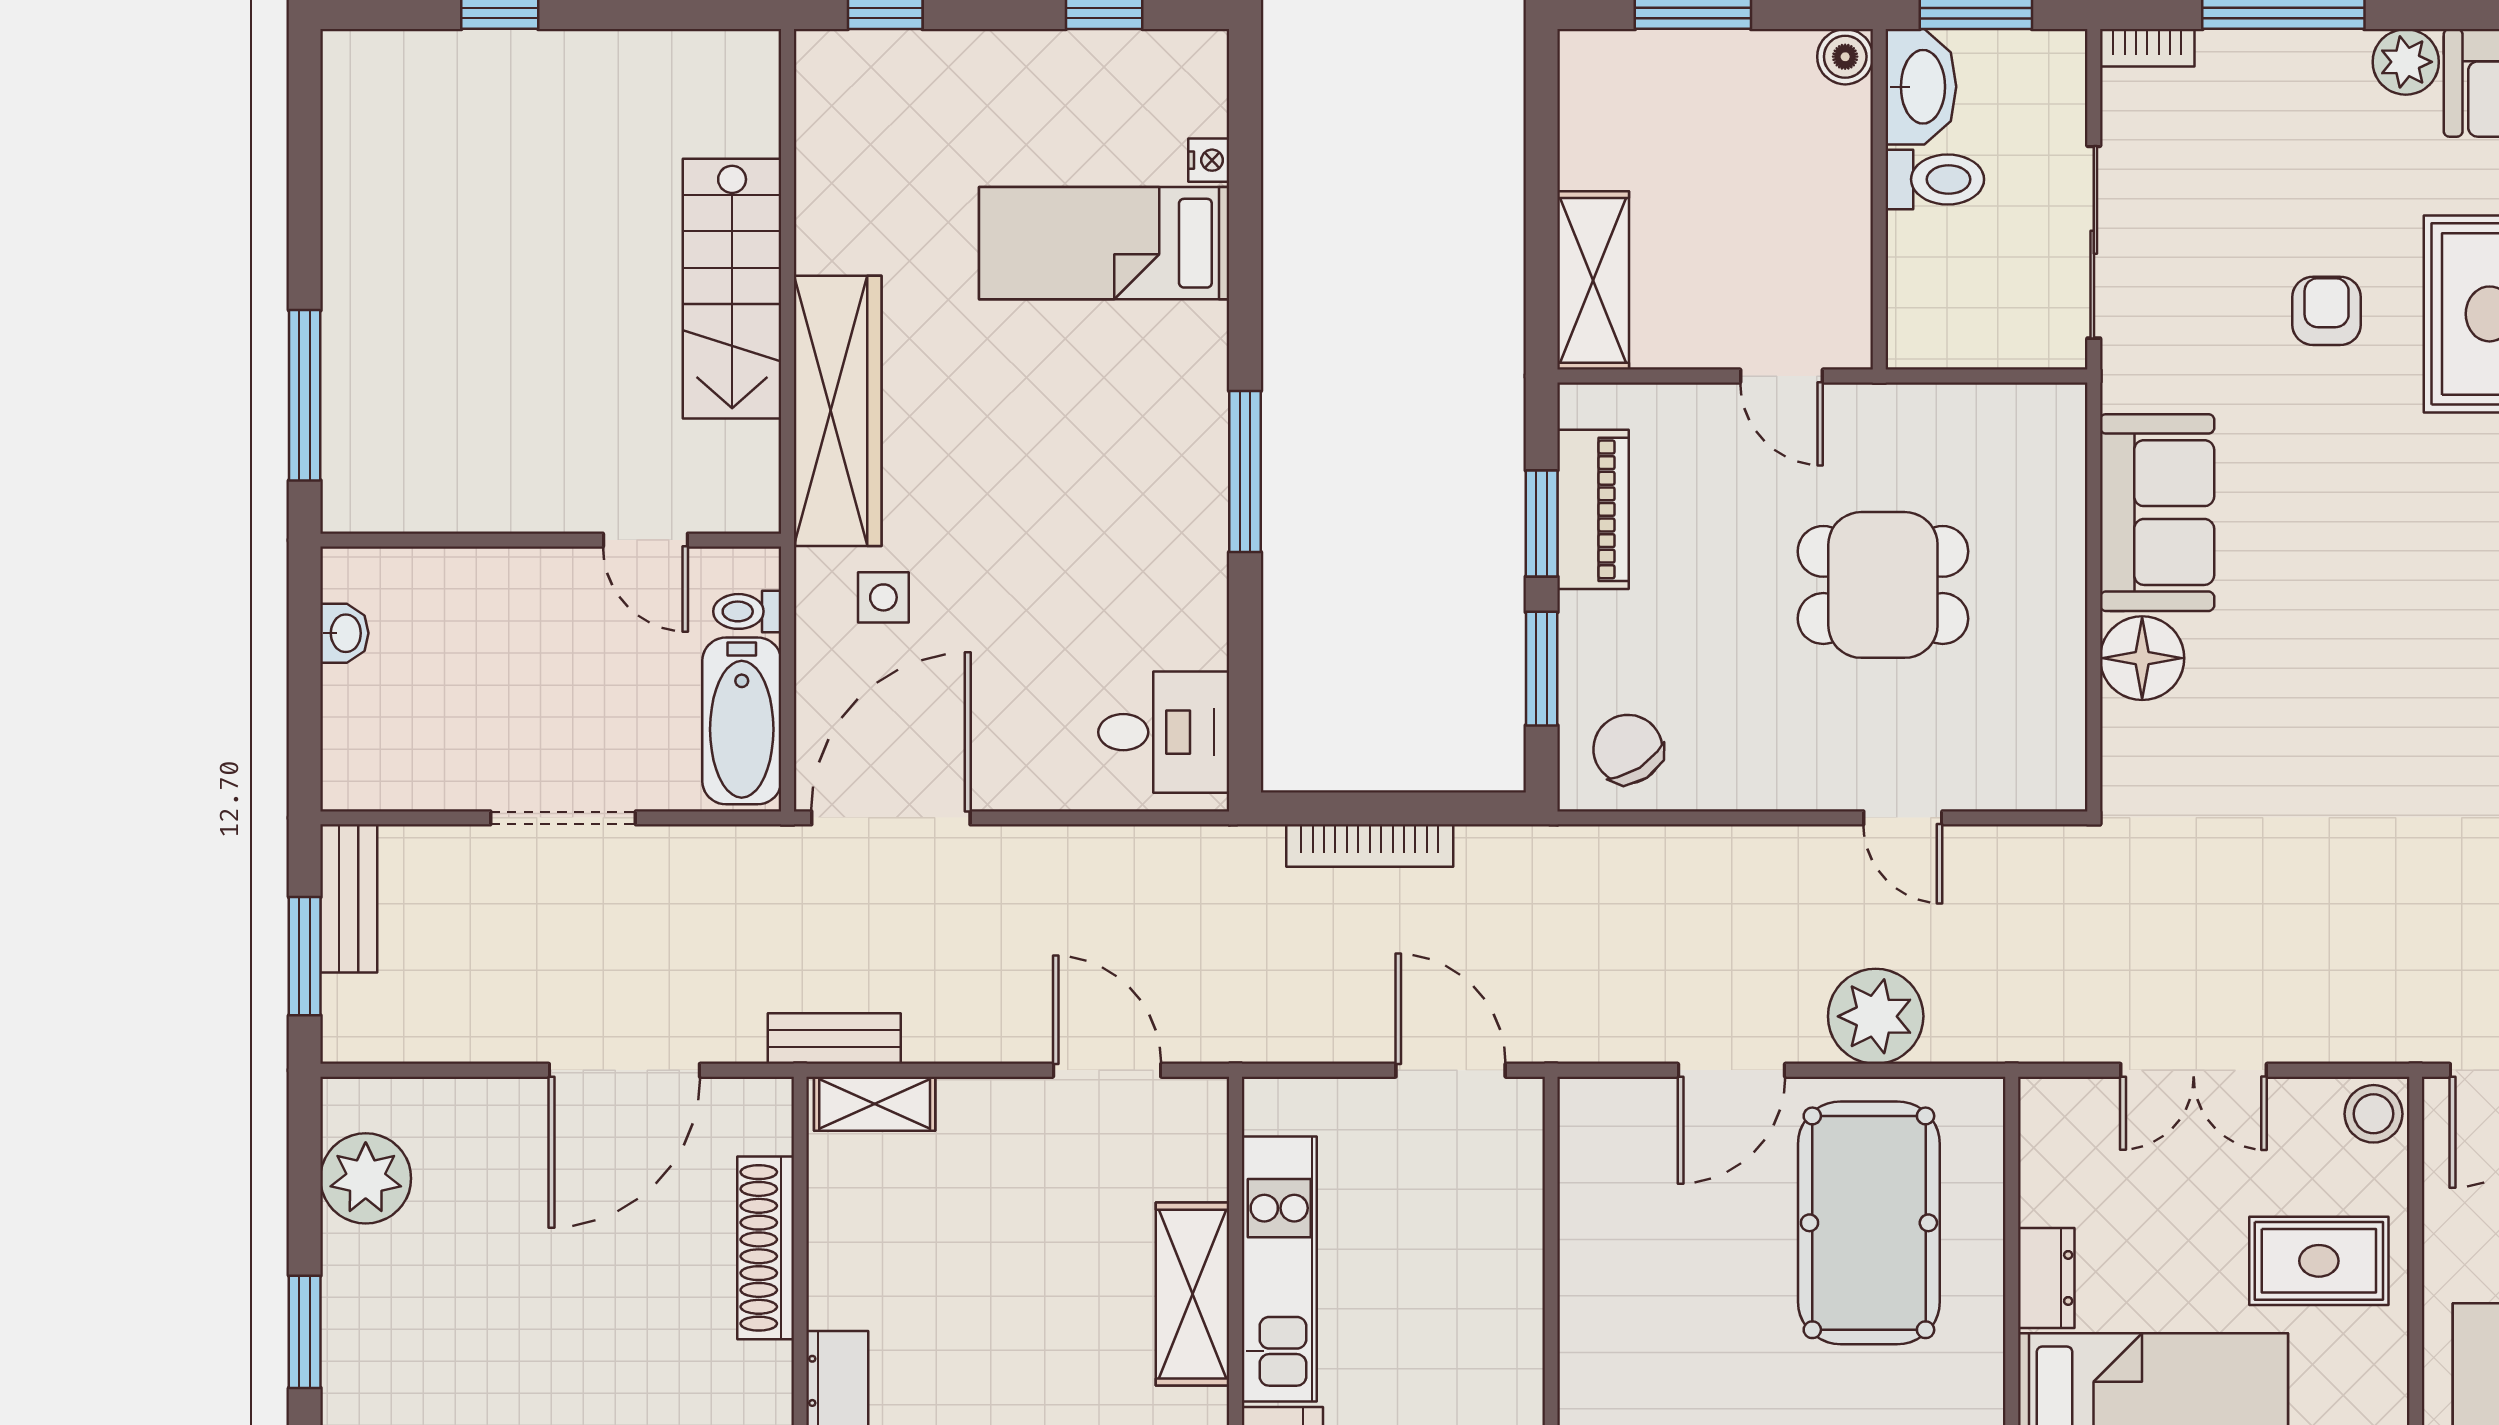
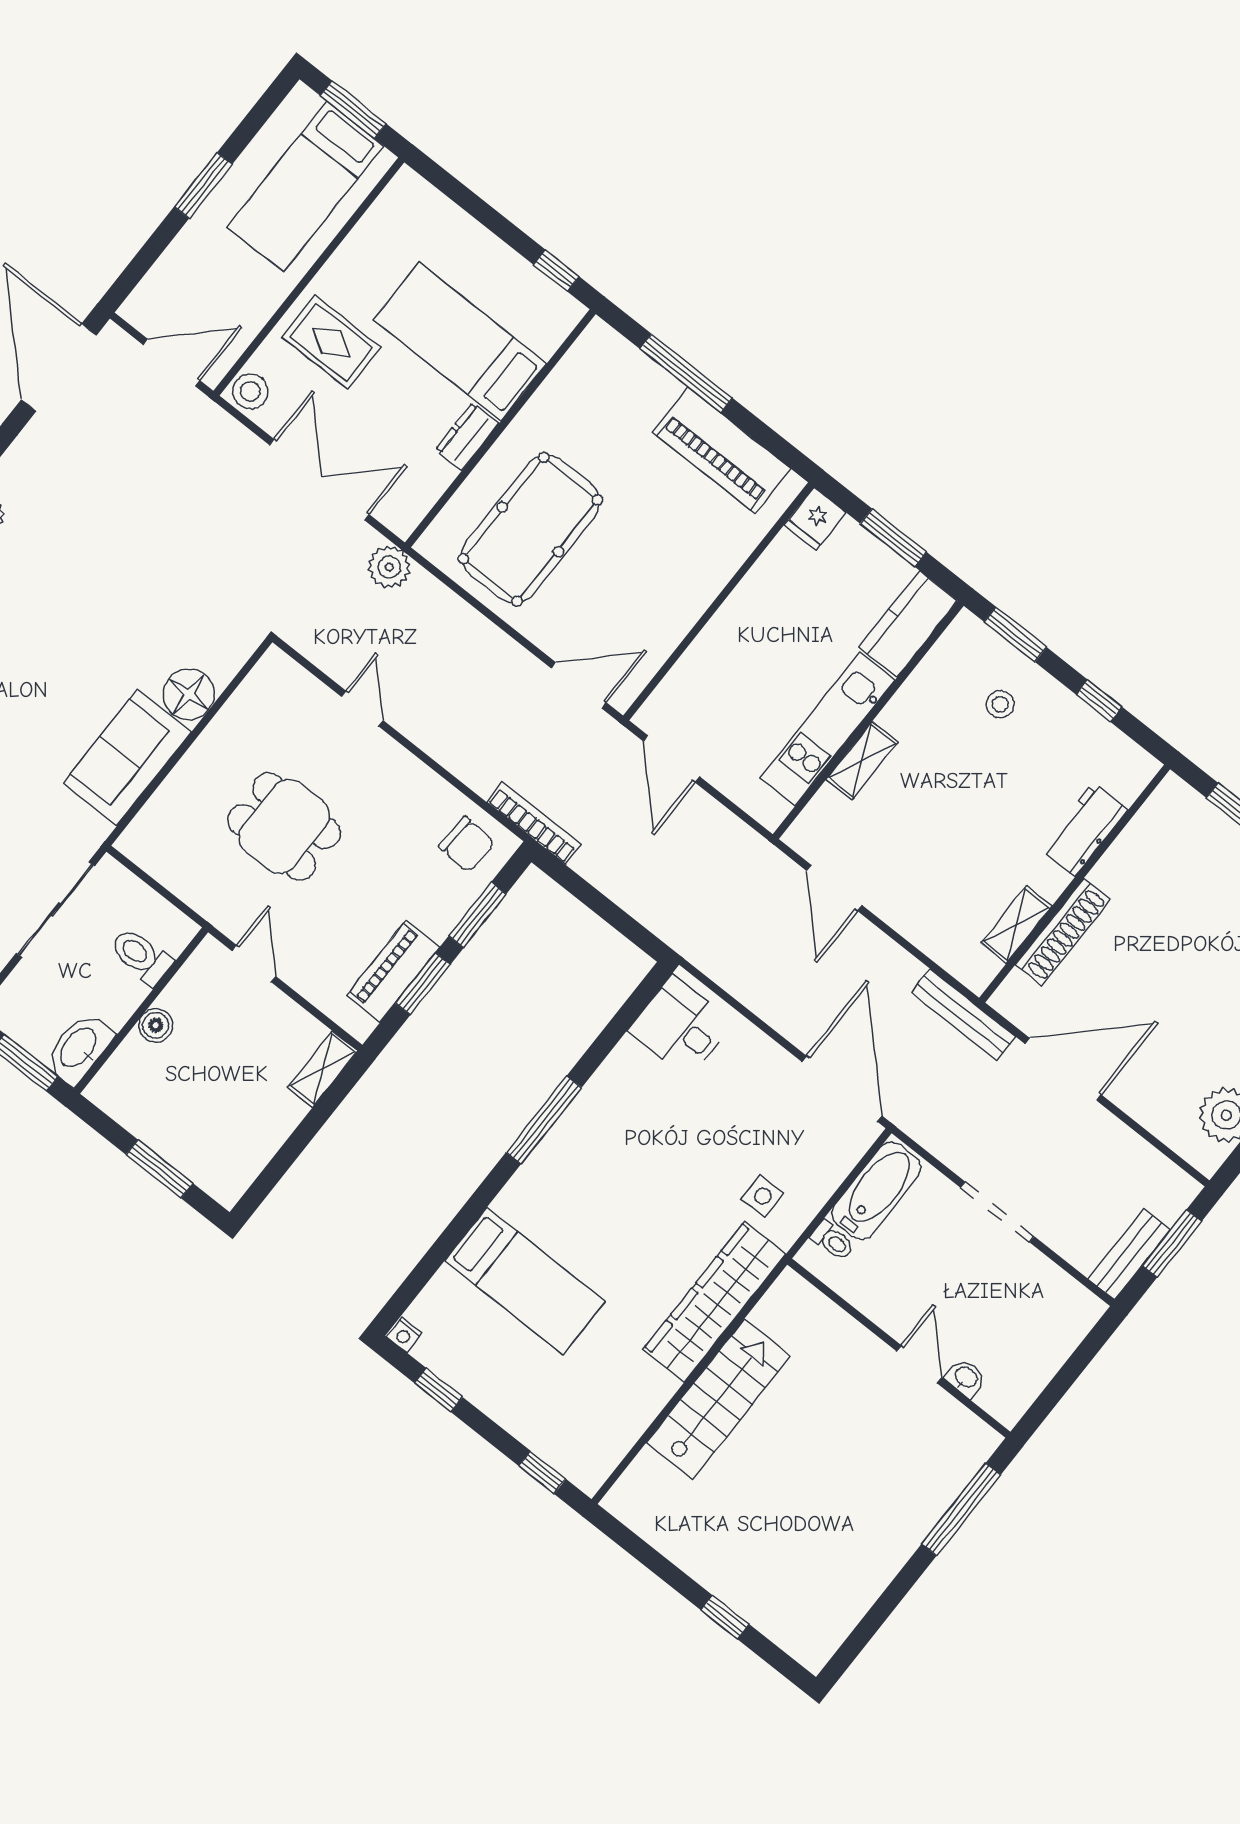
boiler: (1845, 57) -> (156, 1025), moved
nightstand: (1209, 160) -> (405, 1335), moved, turned -90
toilet: (1935, 179) -> (141, 956), moved
shelving: (1593, 280) -> (323, 1069), width x0.67, depth x0.75
door: (645, 540) -> (919, 1364), moved
washbasin: (344, 633) -> (966, 1378), moved, turned 90
chair: (1628, 749) -> (467, 844), turned -54
door: (891, 818) -> (842, 1089), swing flipped
bookcase: (1370, 845) -> (534, 823), moved
plant: (1876, 1016) -> (389, 567), moved, width x0.73, depth x0.73
bench: (834, 1039) -> (963, 1015), width x1.36
door: (1731, 1070) -> (579, 685), moved
double door: (2194, 1070) -> (319, 480), width x1.37
shelving: (875, 1104) -> (1016, 924), moved, turned 90
shelving: (1193, 1294) -> (862, 761), width x0.67, depth x0.75

